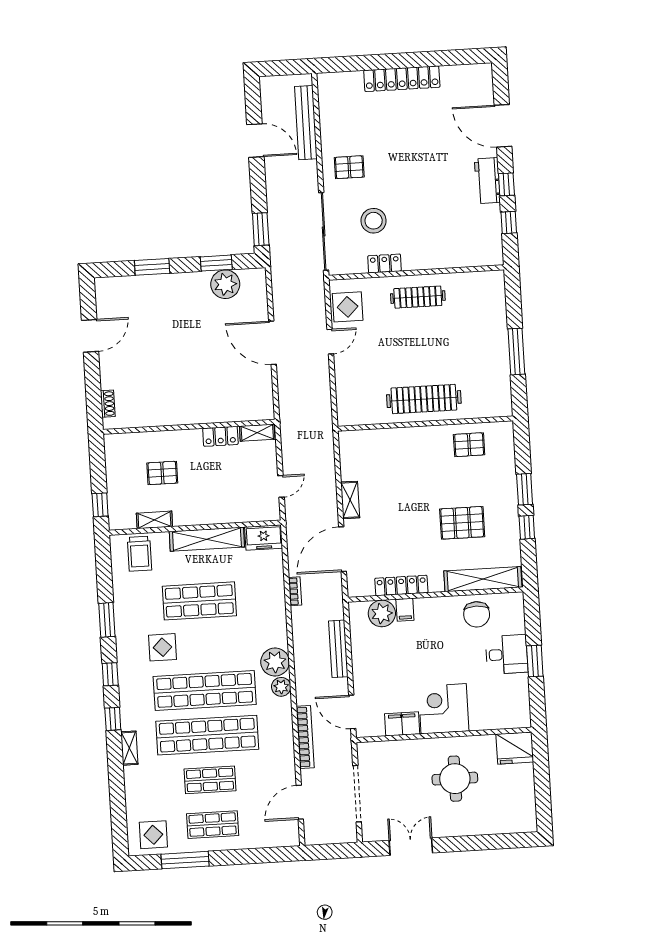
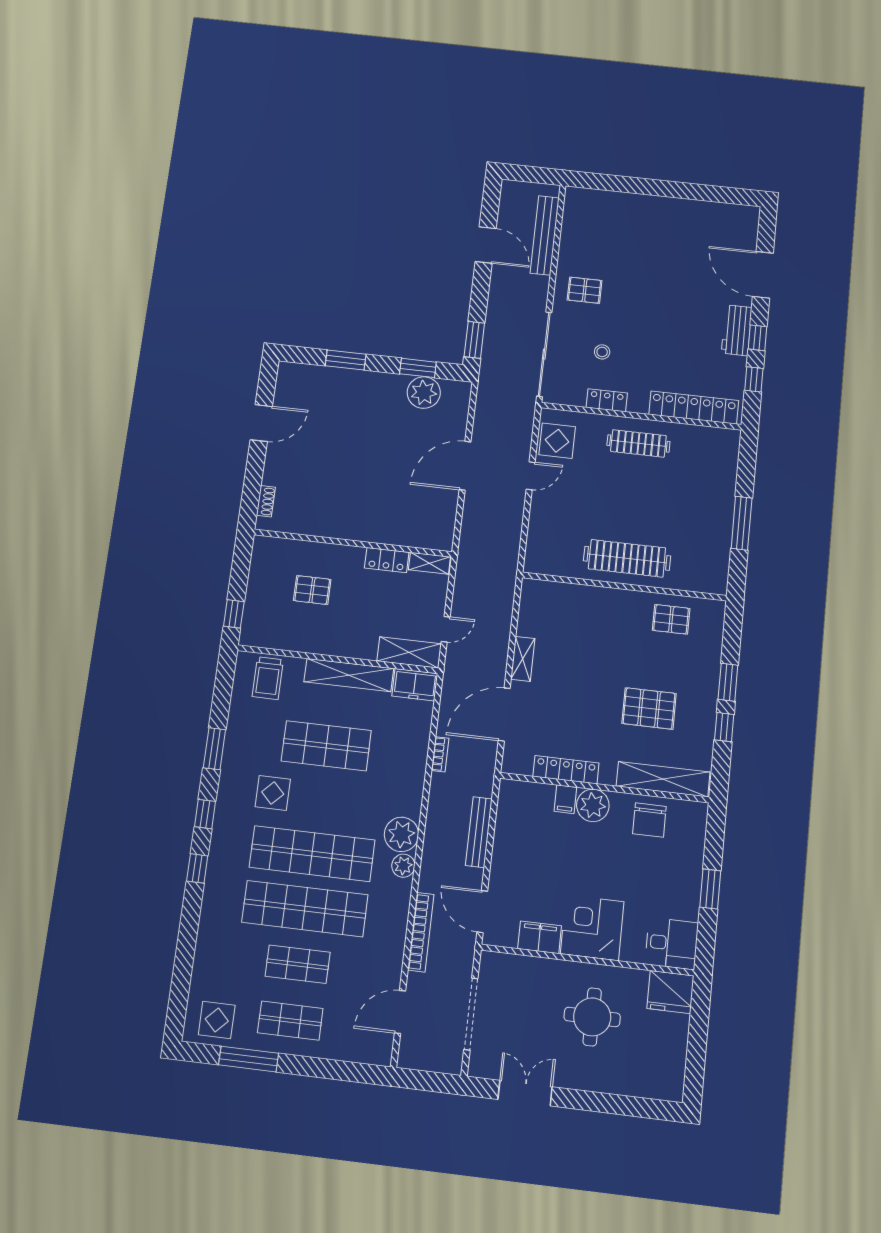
locker: (402, 79) -> (694, 408), moved, turned 180
stool: (374, 221) -> (602, 352), width x0.53, depth x0.53
door: (272, 343) -> (465, 466), hinge flipped
shelving: (154, 520) -> (409, 652), moved, width x1.50, depth x1.33
plant: (382, 613) -> (593, 805), moved
desk: (507, 654) -> (672, 943), moved
shelving: (129, 748) -> (210, 907), removed

